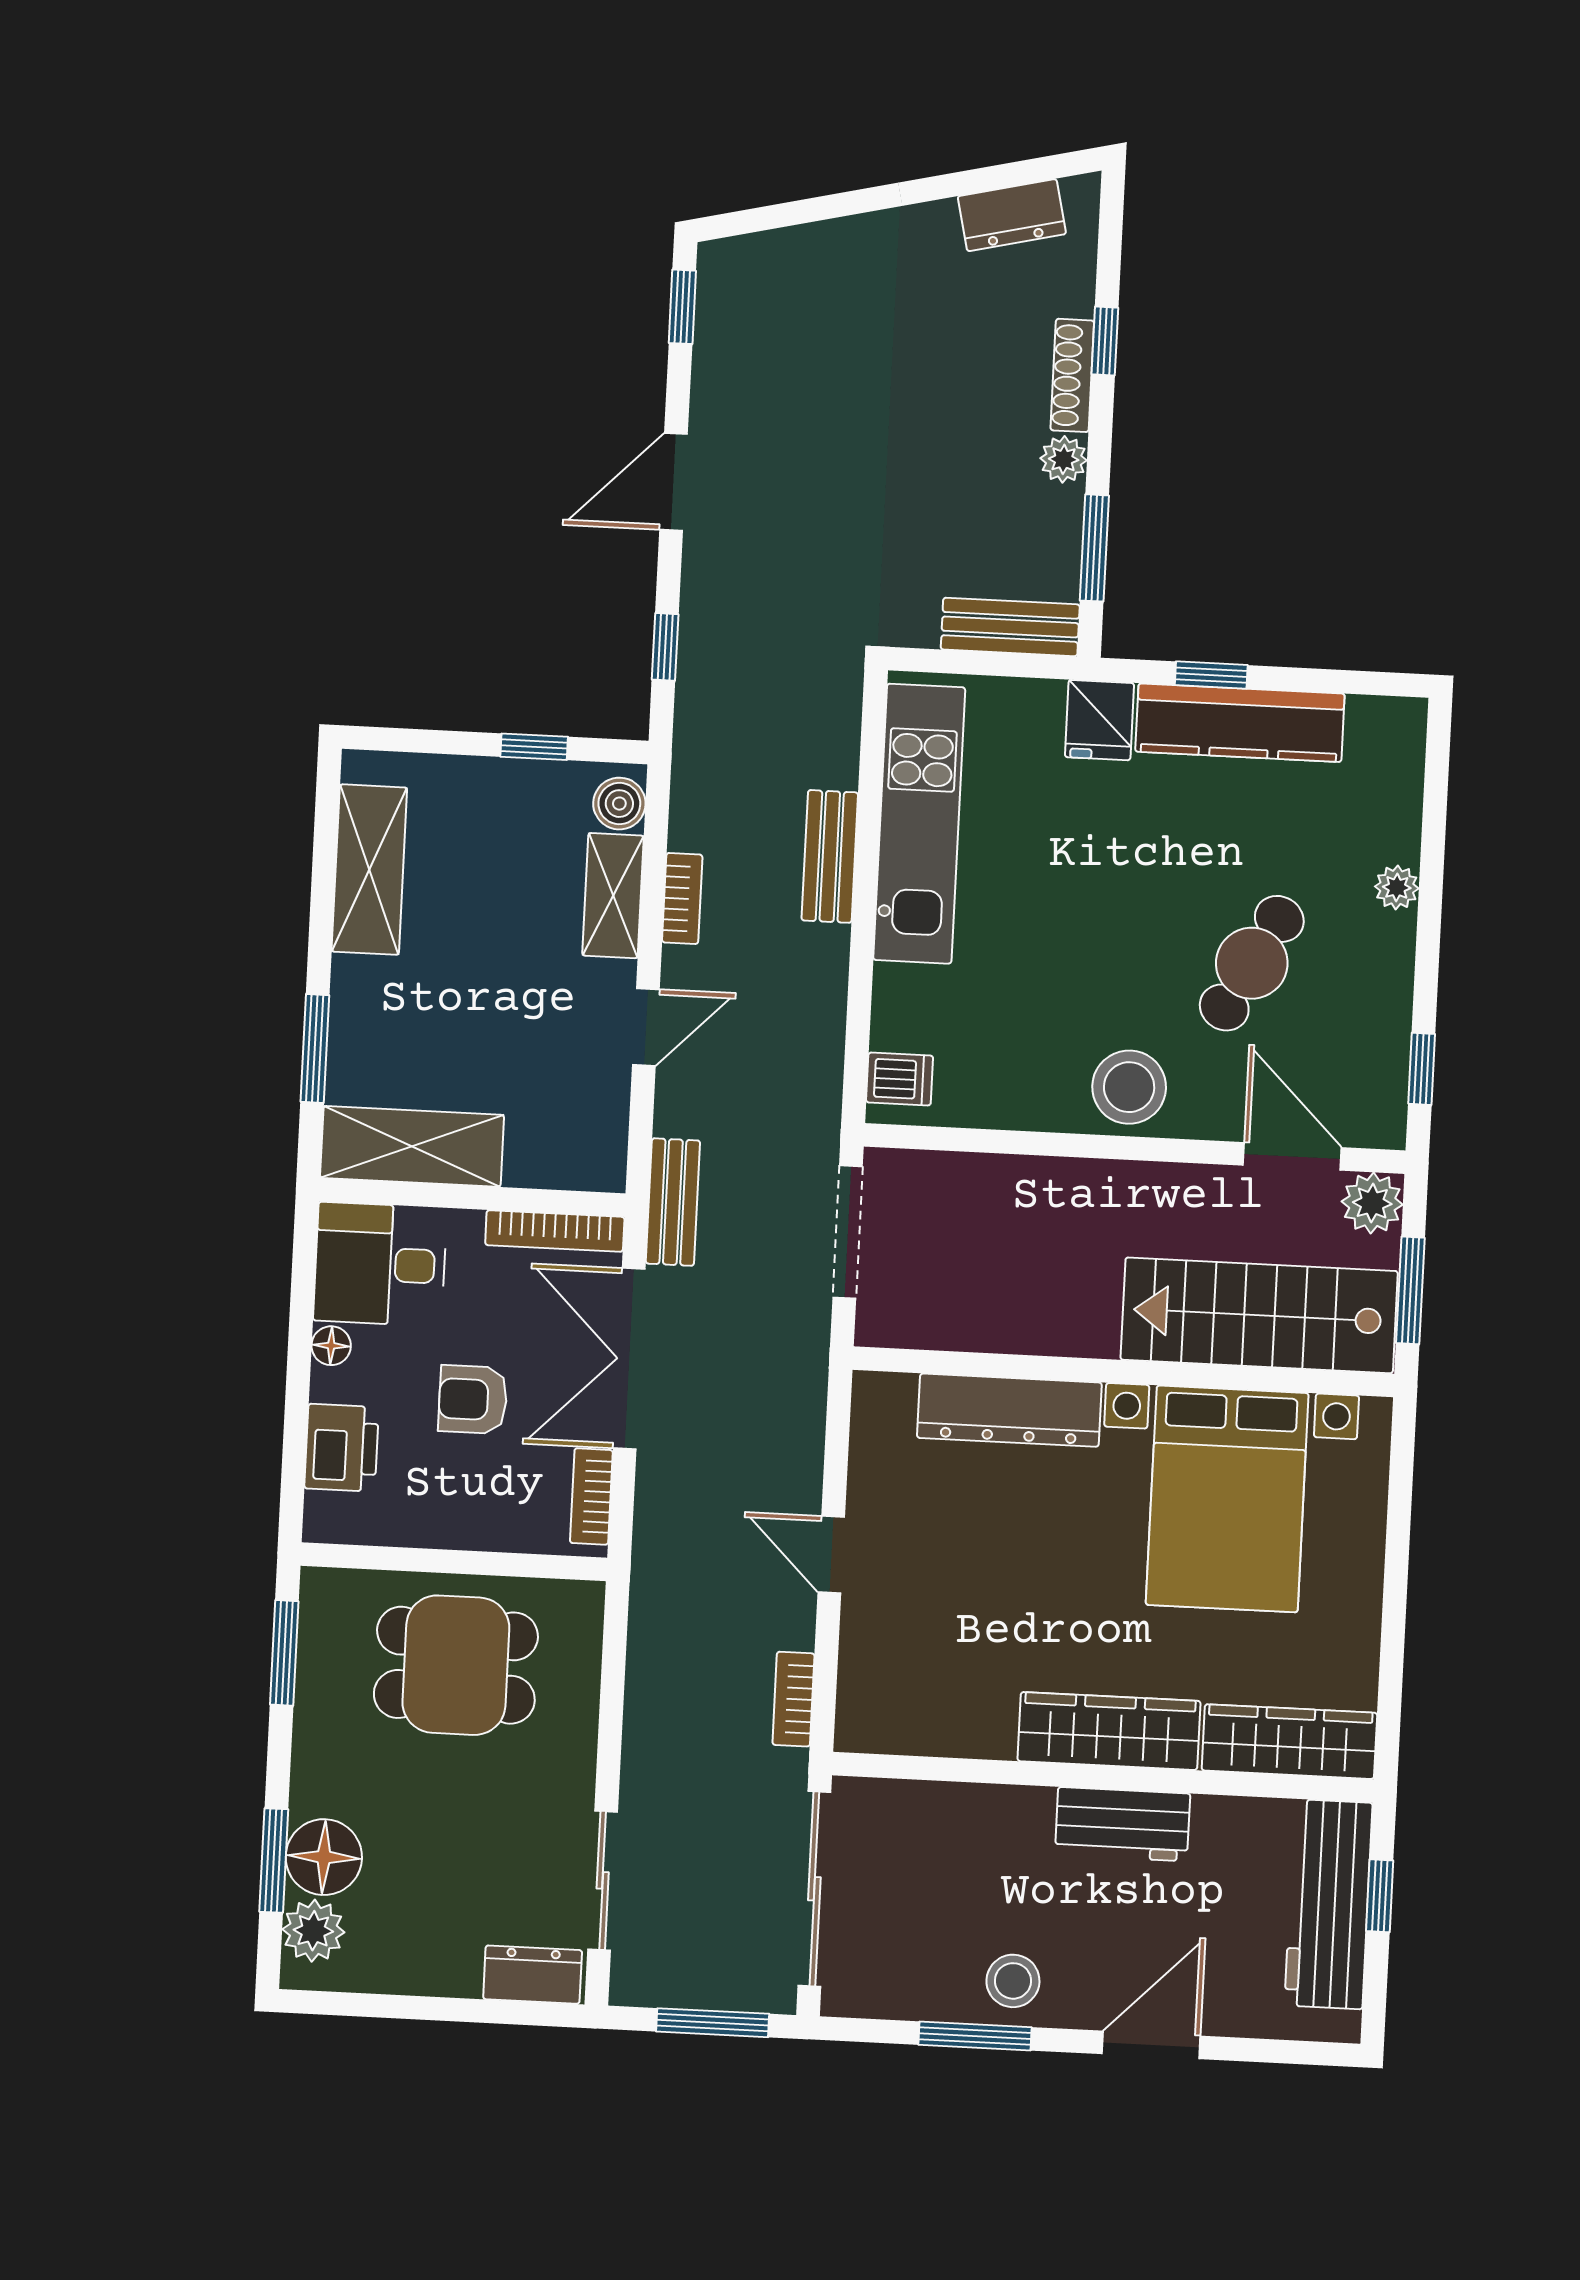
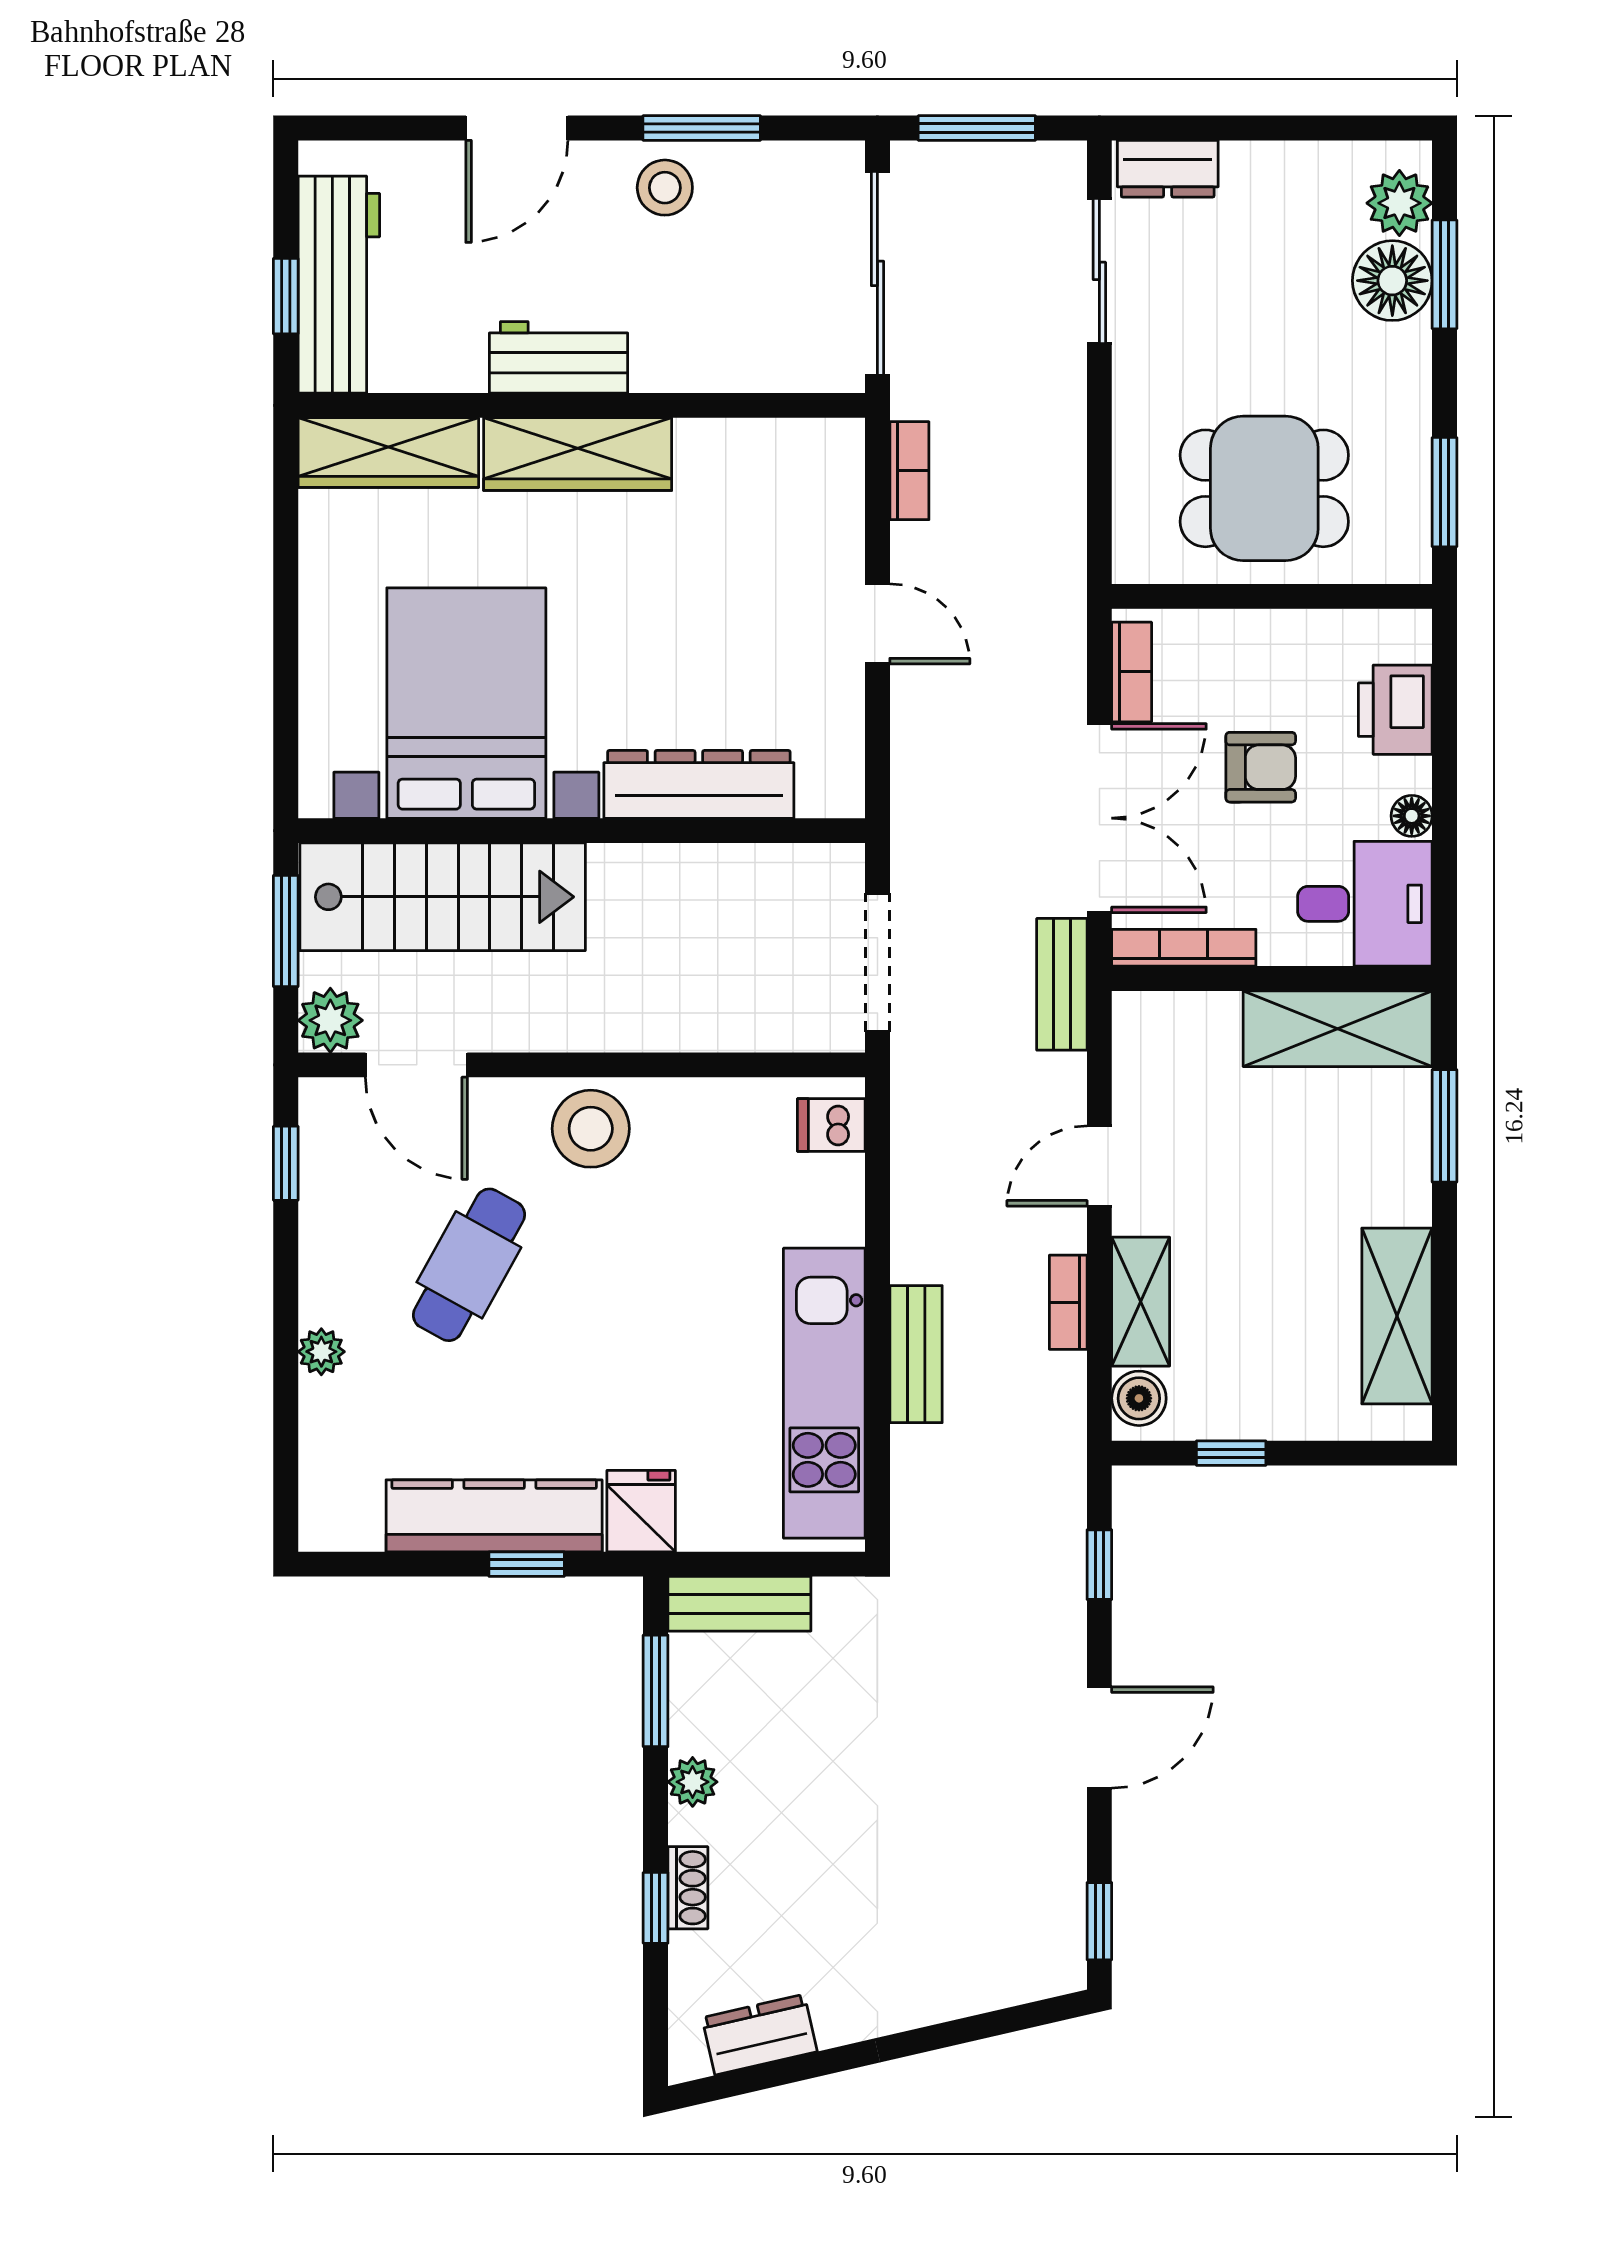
shoe rack: (1072, 375) -> (688, 1888), width x0.70

